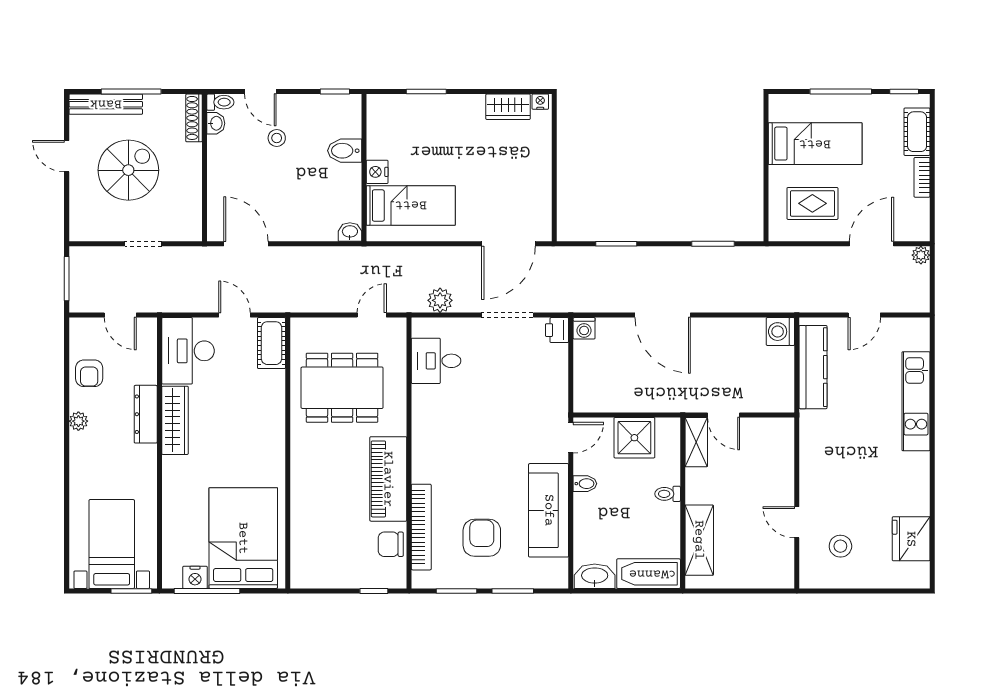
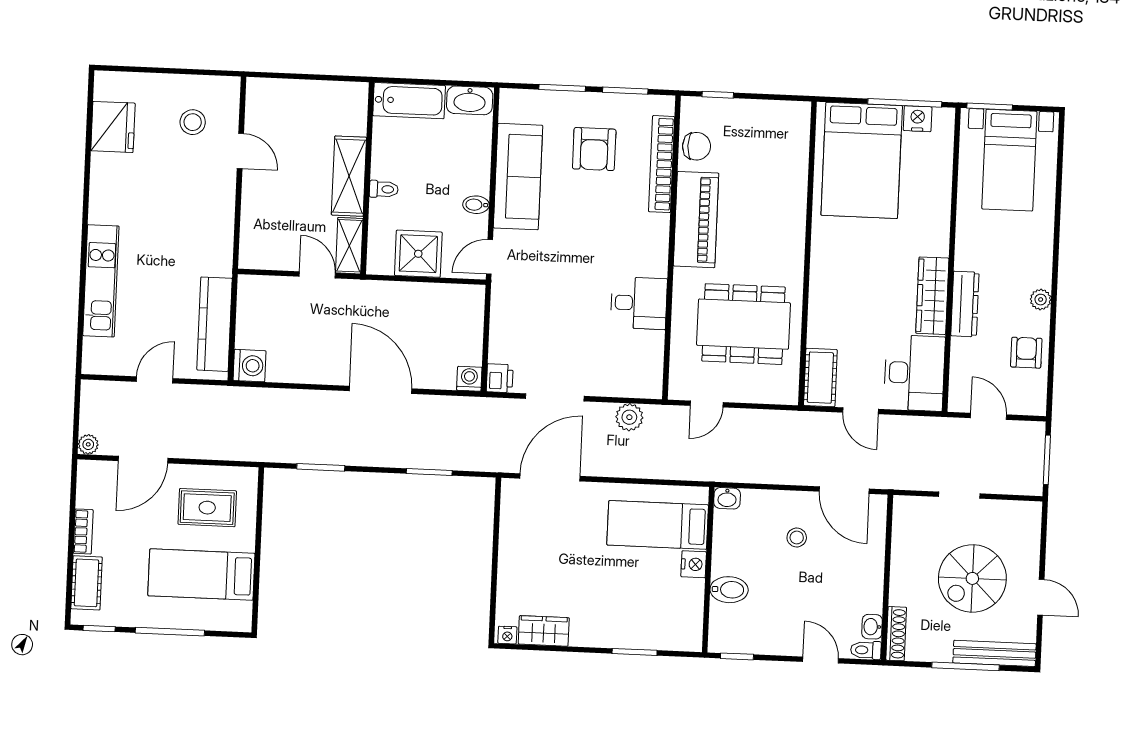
stool: (277, 138) -> (797, 537), moved
desk: (436, 361) -> (639, 303), moved
shelving: (699, 540) -> (349, 176), moved

